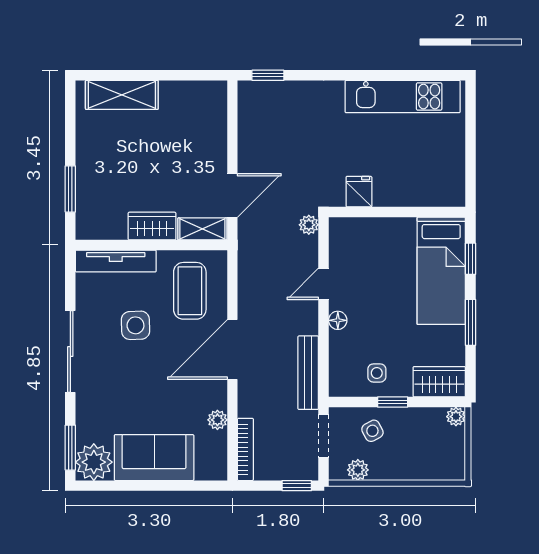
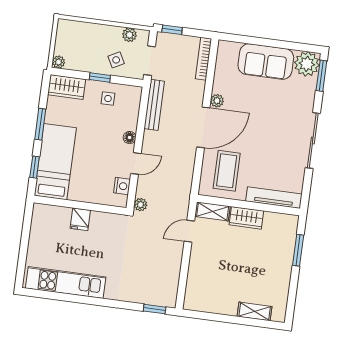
shelving: (122, 95) -> (255, 311), width x0.67, depth x0.75
fridge: (359, 192) -> (80, 219), moved
door: (232, 195) -> (189, 231), width x0.73
nightstand: (339, 248) -> (122, 186), added
side table: (135, 325) -> (266, 152), removed
plant: (217, 420) -> (217, 101), moved

